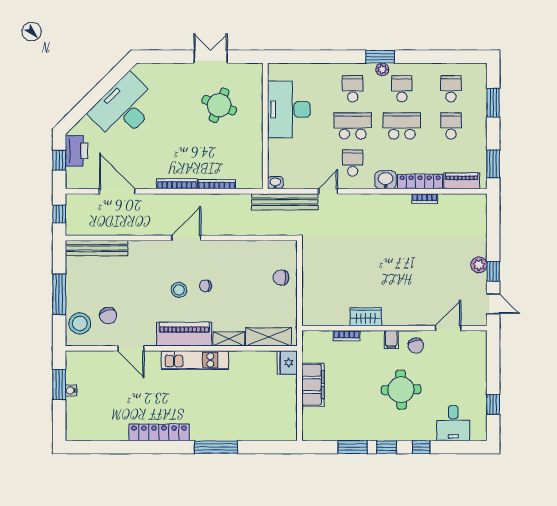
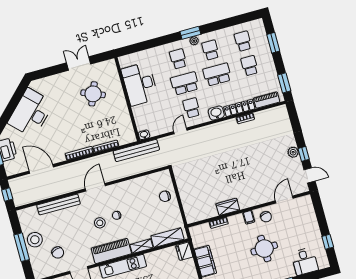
bench: (285, 202) -> (136, 150), moved
bench: (97, 248) -> (59, 204), moved
stool: (80, 323) -> (35, 240), moved

